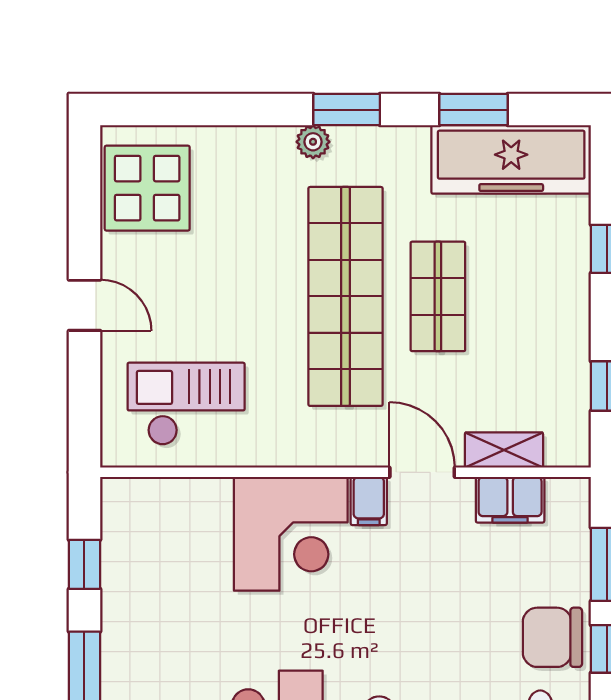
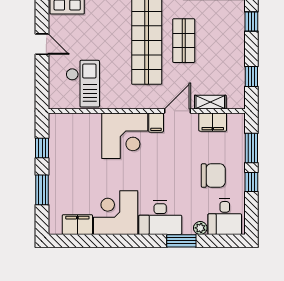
checkout: (186, 404) -> (83, 84), turned 90
door: (422, 472) -> (177, 111), hinge flipped
chair: (552, 637) -> (213, 176), moved, turned 180

